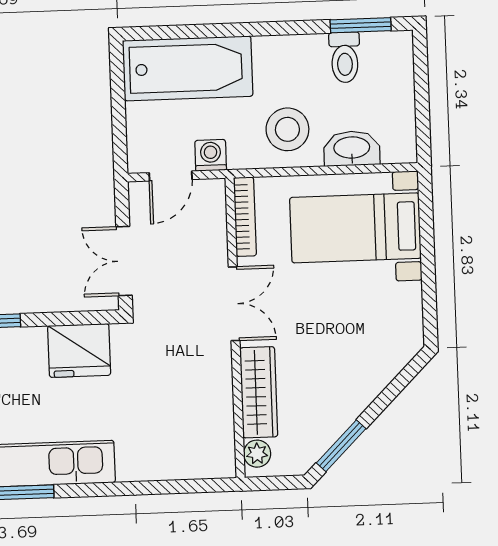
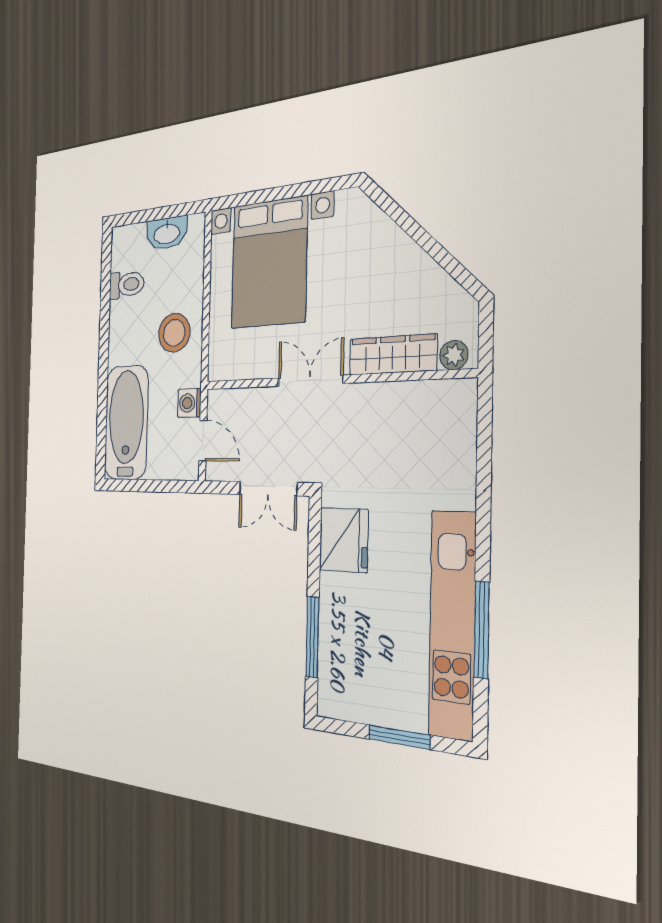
window: (361, 25) -> (106, 272), removed
washbasin: (352, 149) -> (167, 233), moved, turned -90
bookcase: (245, 217) -> (238, 371), removed
bed with nightstands: (355, 228) -> (269, 263), width x1.36
window: (341, 446) -> (450, 264), removed

